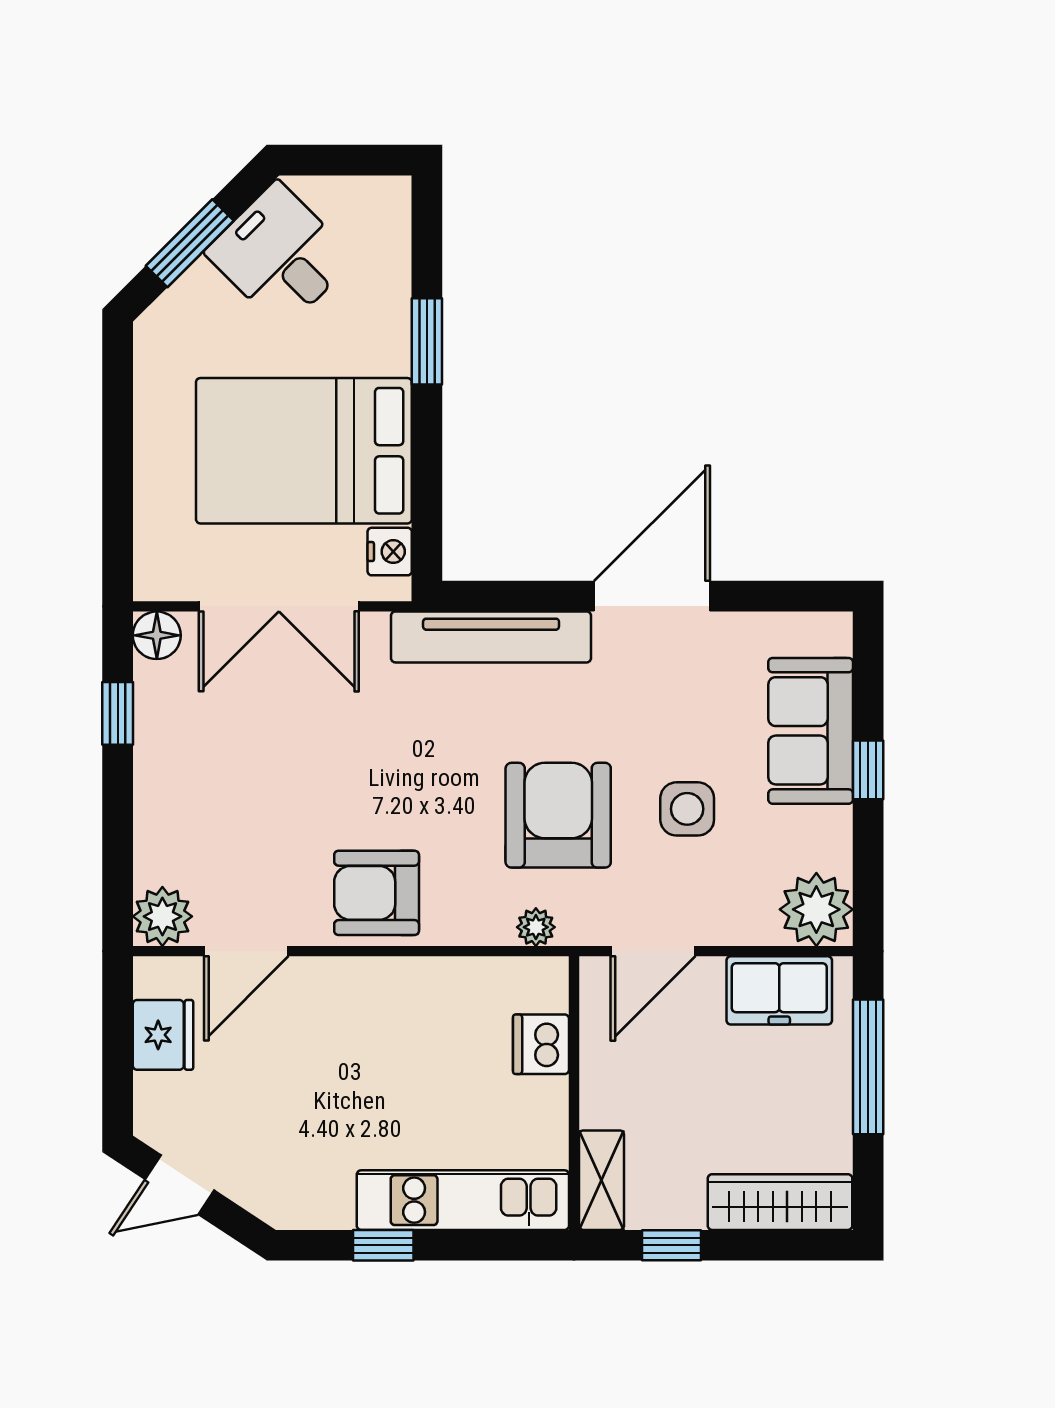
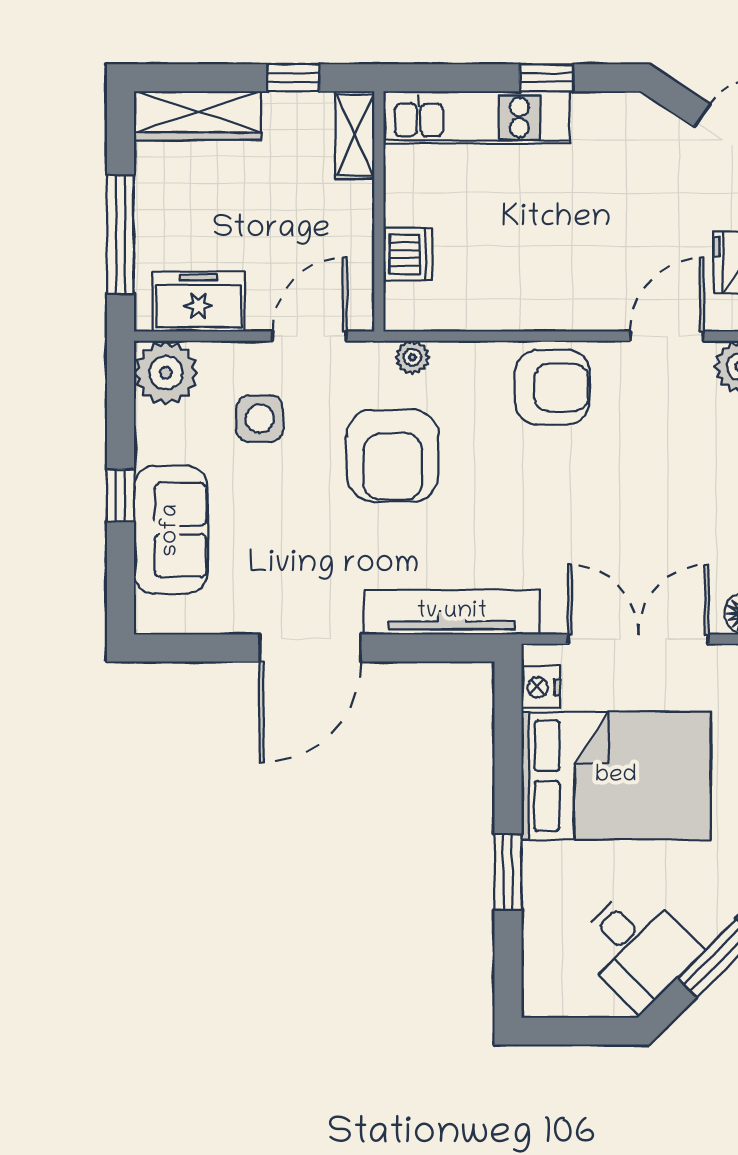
side table: (687, 809) -> (260, 419), moved

